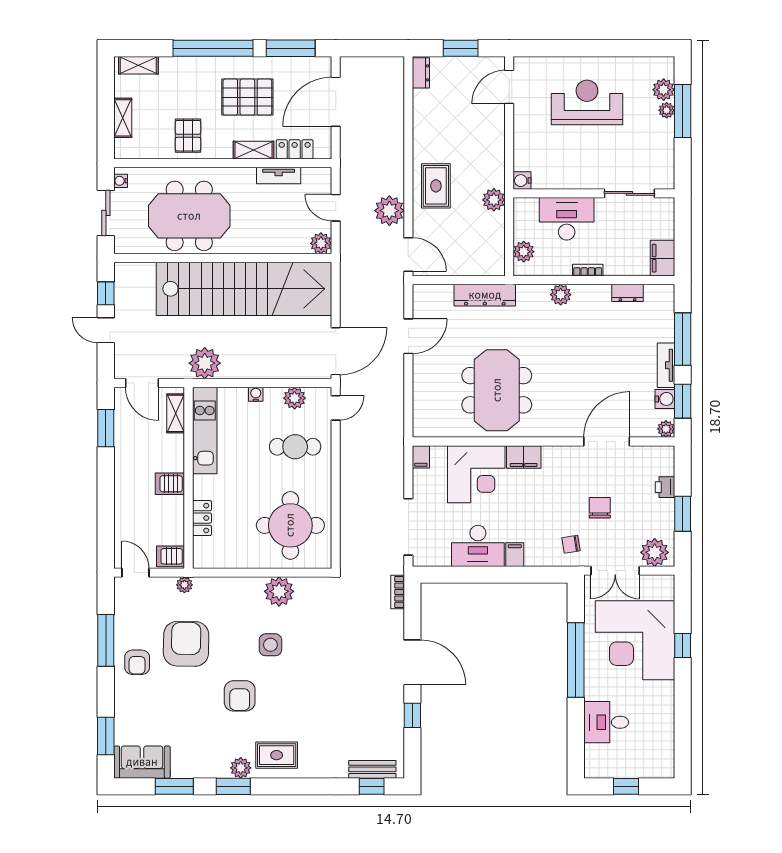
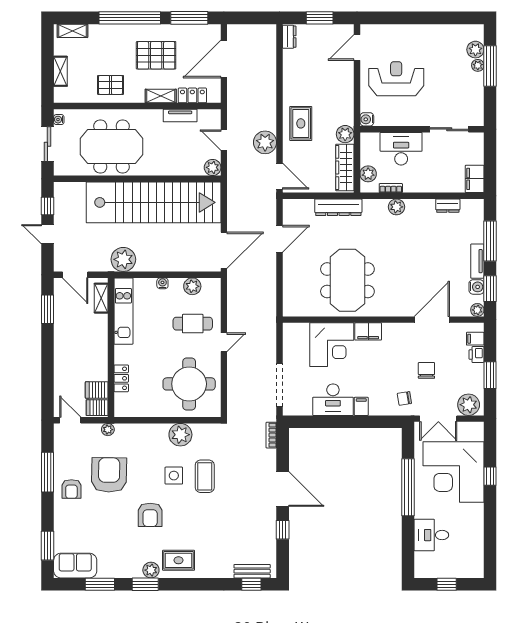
reception desk: (587, 102) -> (396, 79), moved
pallet: (188, 136) -> (111, 85), turned 90
wardrobe: (493, 243) -> (345, 167), added
bookcase: (588, 270) -> (391, 188), moved
door: (336, 408) -> (224, 342), moved
filing cabinet: (421, 457) -> (475, 339), moved, turned 90
server rack: (170, 484) -> (97, 390), moved
coffee table: (311, 646) -> (205, 476), added

